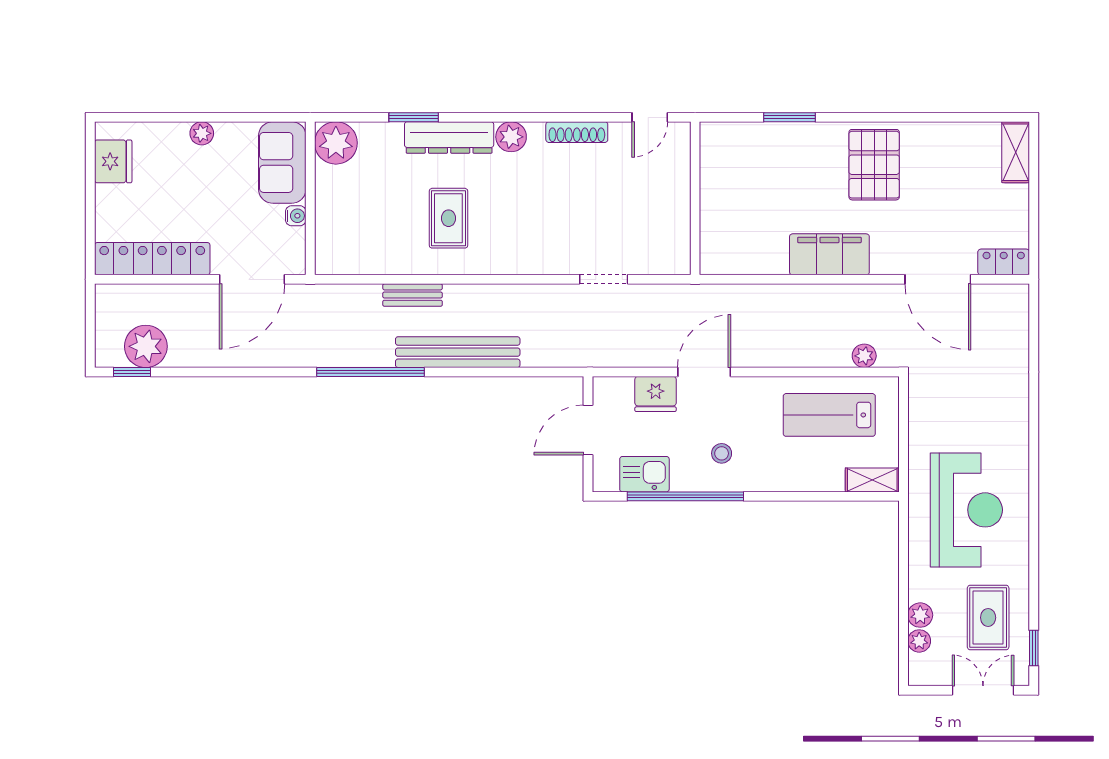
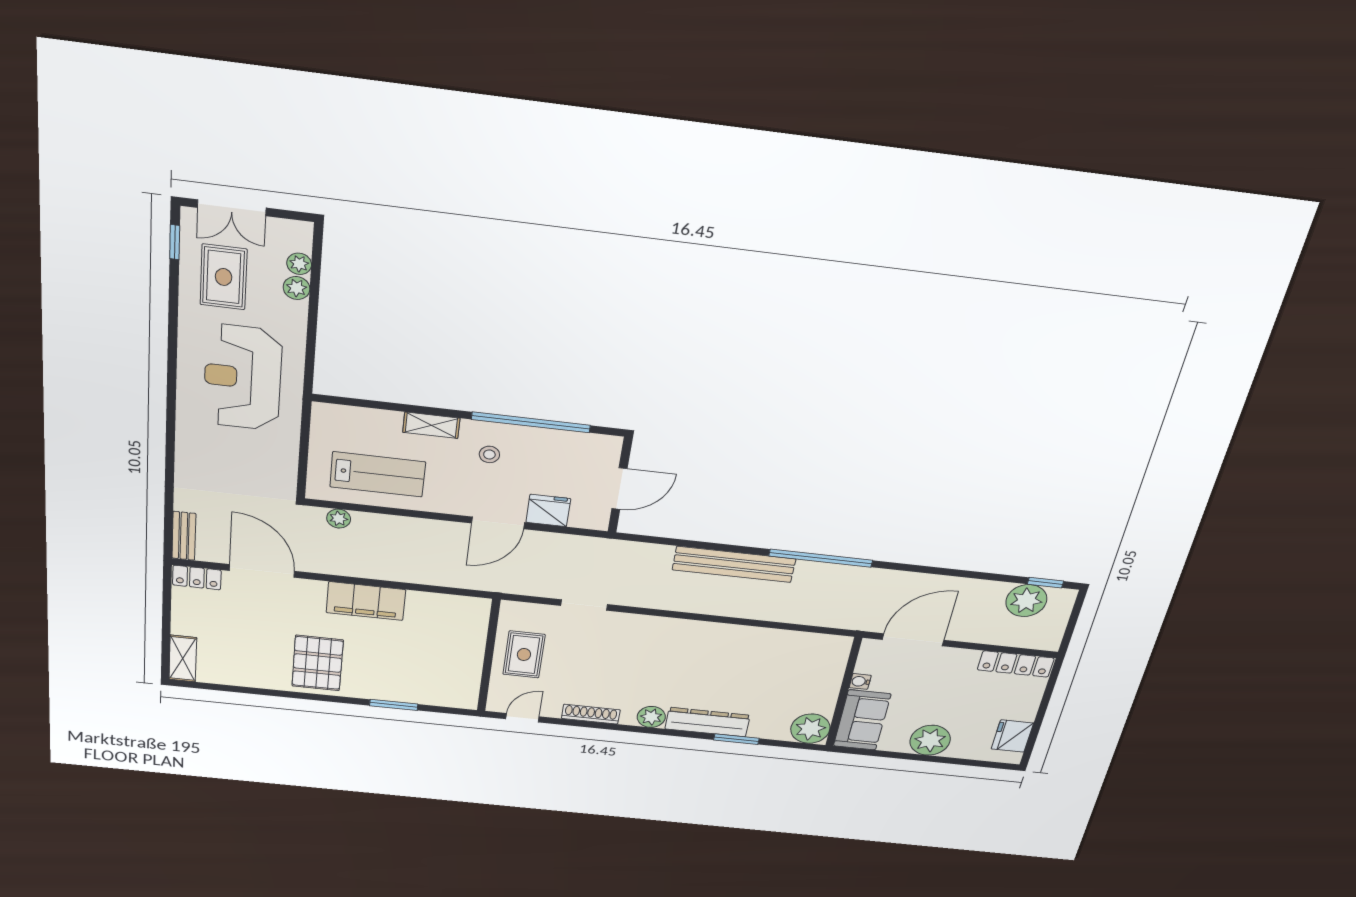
plant: (202, 133) -> (930, 740), width x1.88, depth x1.88
rug: (448, 218) -> (524, 654), moved
locker: (152, 259) -> (1016, 664), width x0.71, depth x0.83
bench: (413, 295) -> (184, 536), moved, turned 90
kitchen sink: (644, 474) -> (569, 446), removed
shelving: (872, 480) -> (431, 425), moved

